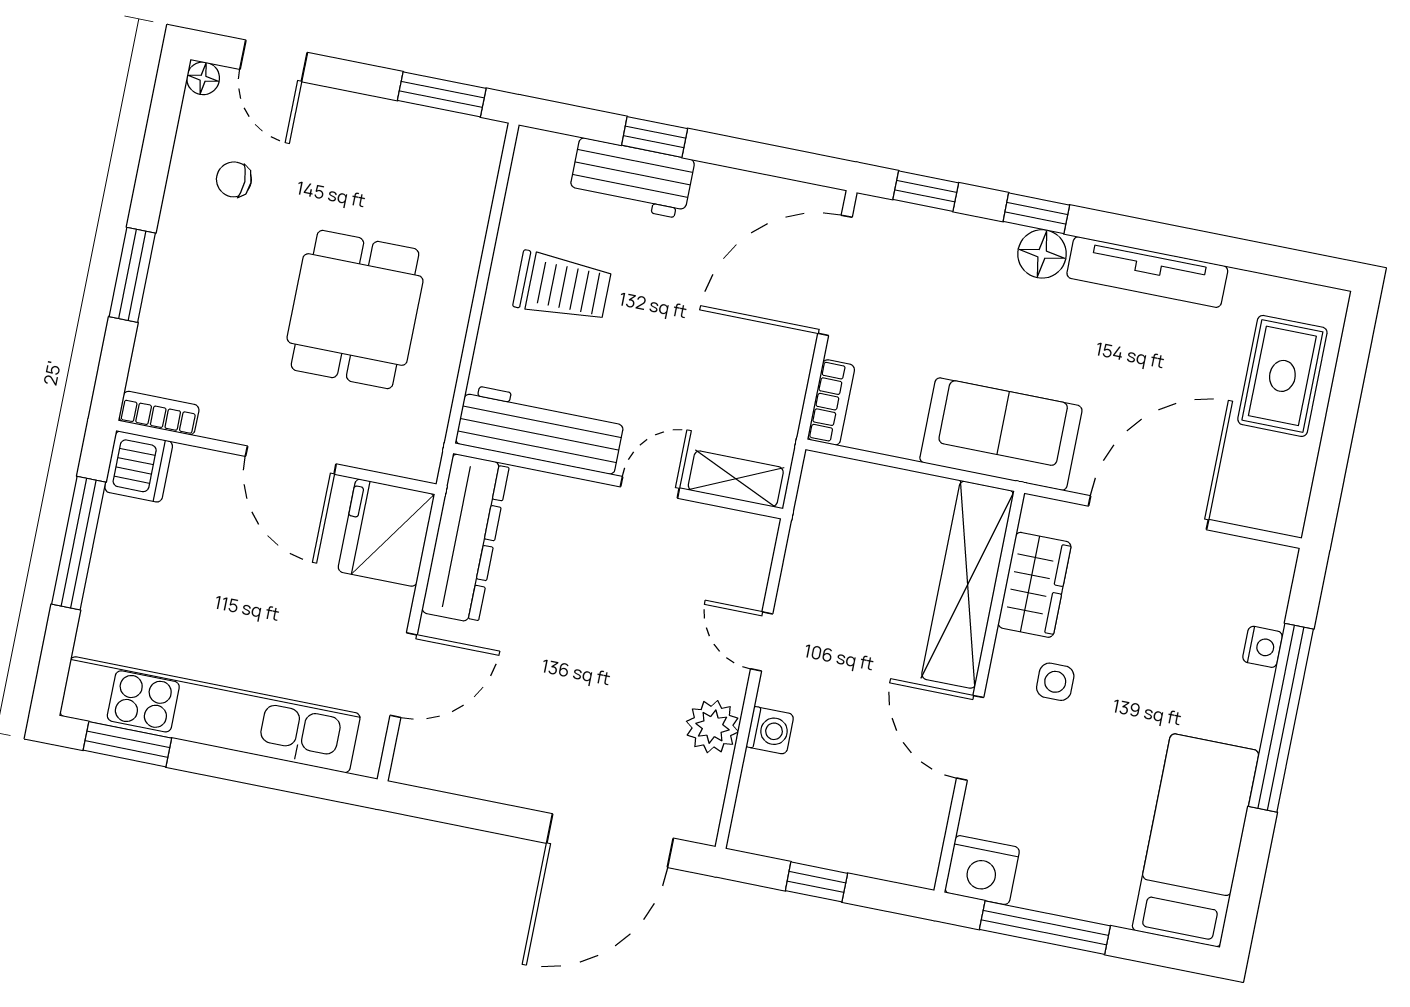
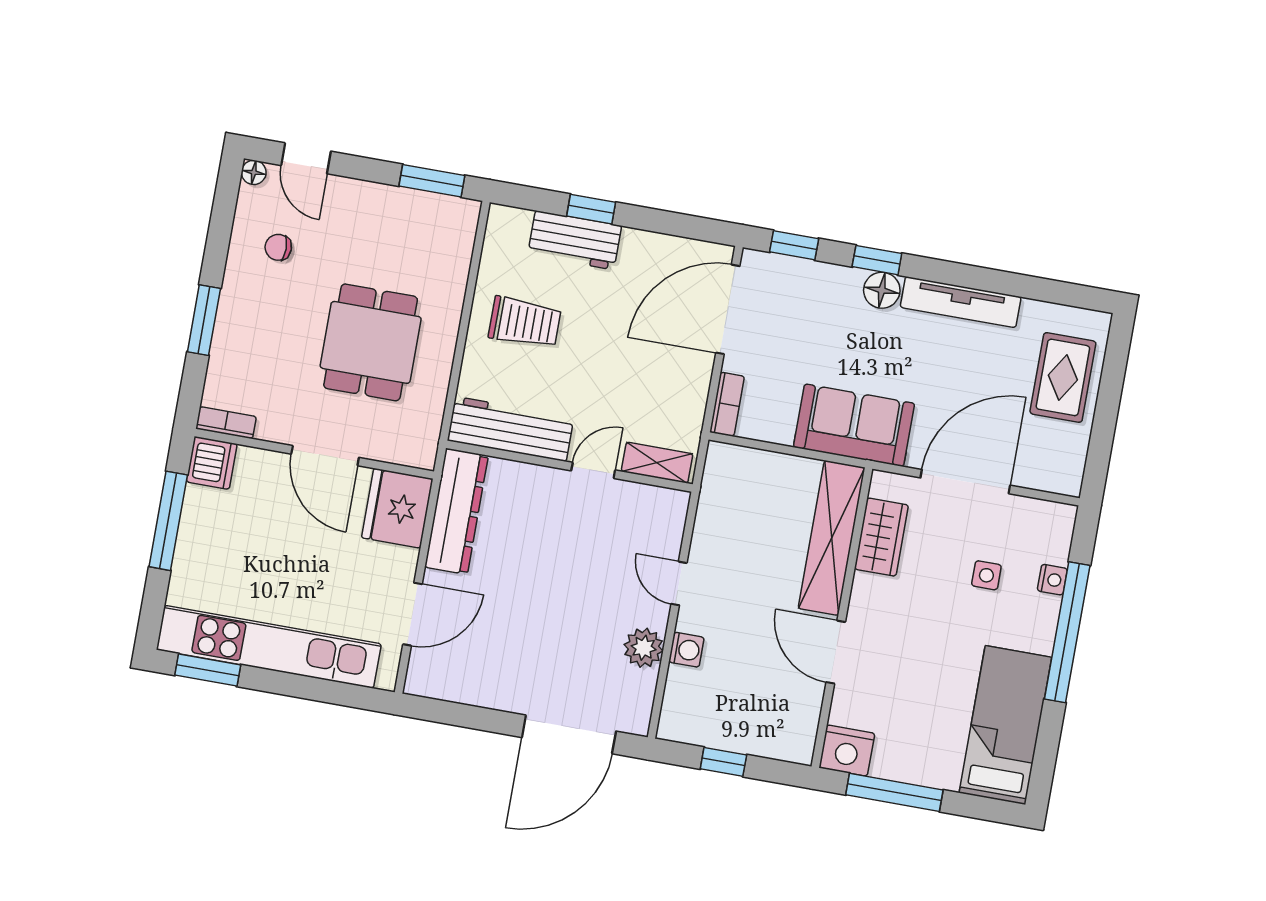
side table: (1055, 682) -> (986, 575), moved

